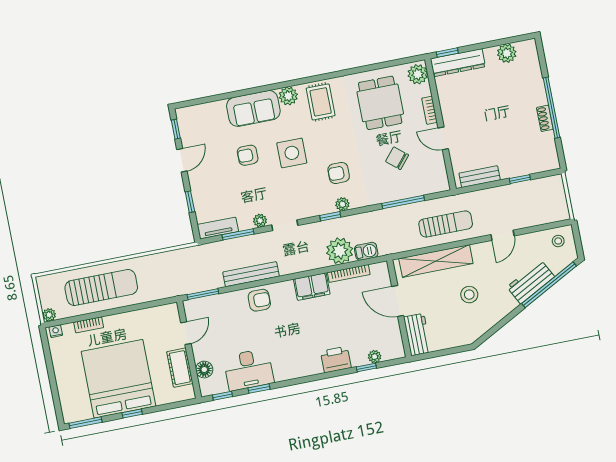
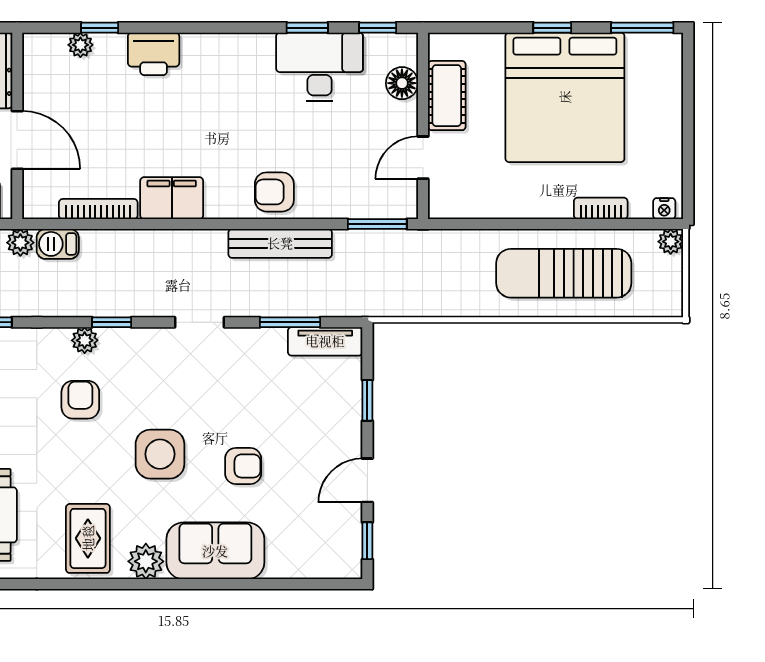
armchair: (339, 173) -> (80, 400), turned -90
plant: (260, 221) -> (244, 340), removed
plant: (340, 251) -> (20, 243), moved, width x0.53, depth x0.53

